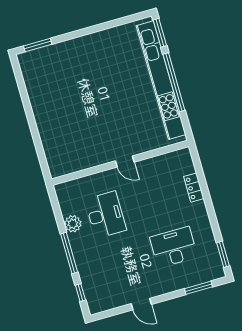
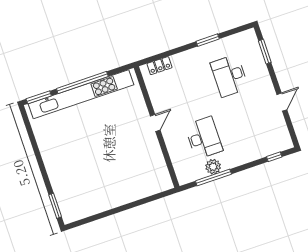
locker: (194, 188) -> (159, 66), moved
desk: (106, 215) -> (204, 138), turned 90
window: (69, 253) -> (213, 177), moved
window: (223, 254) -> (208, 40), moved

